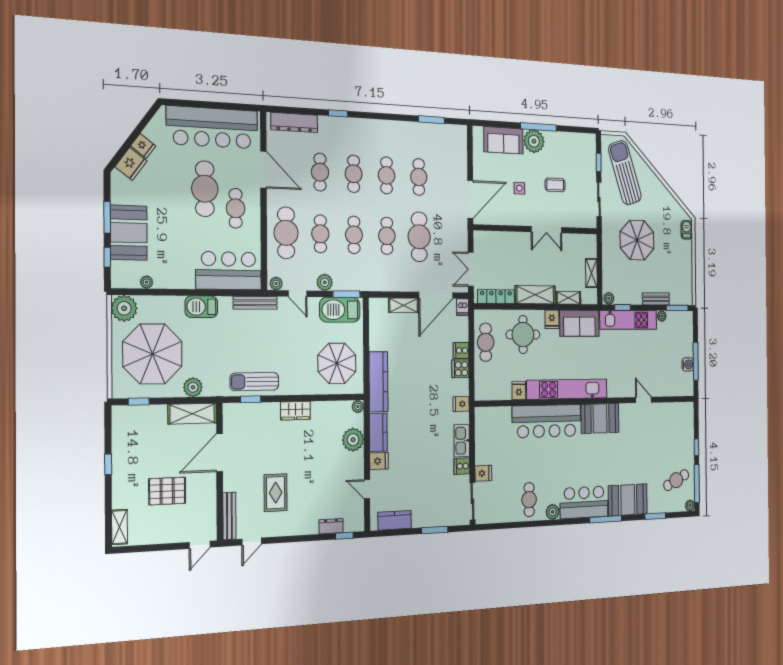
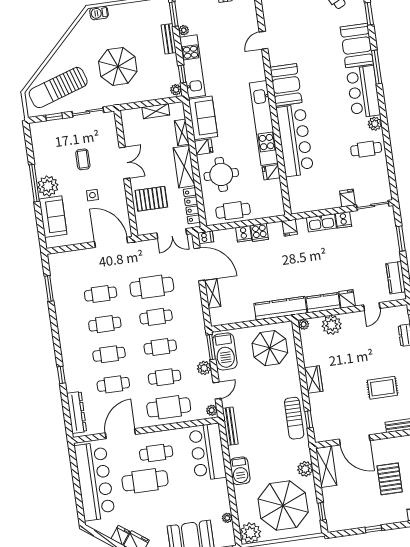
pallet: (508, 253) -> (151, 199), added

